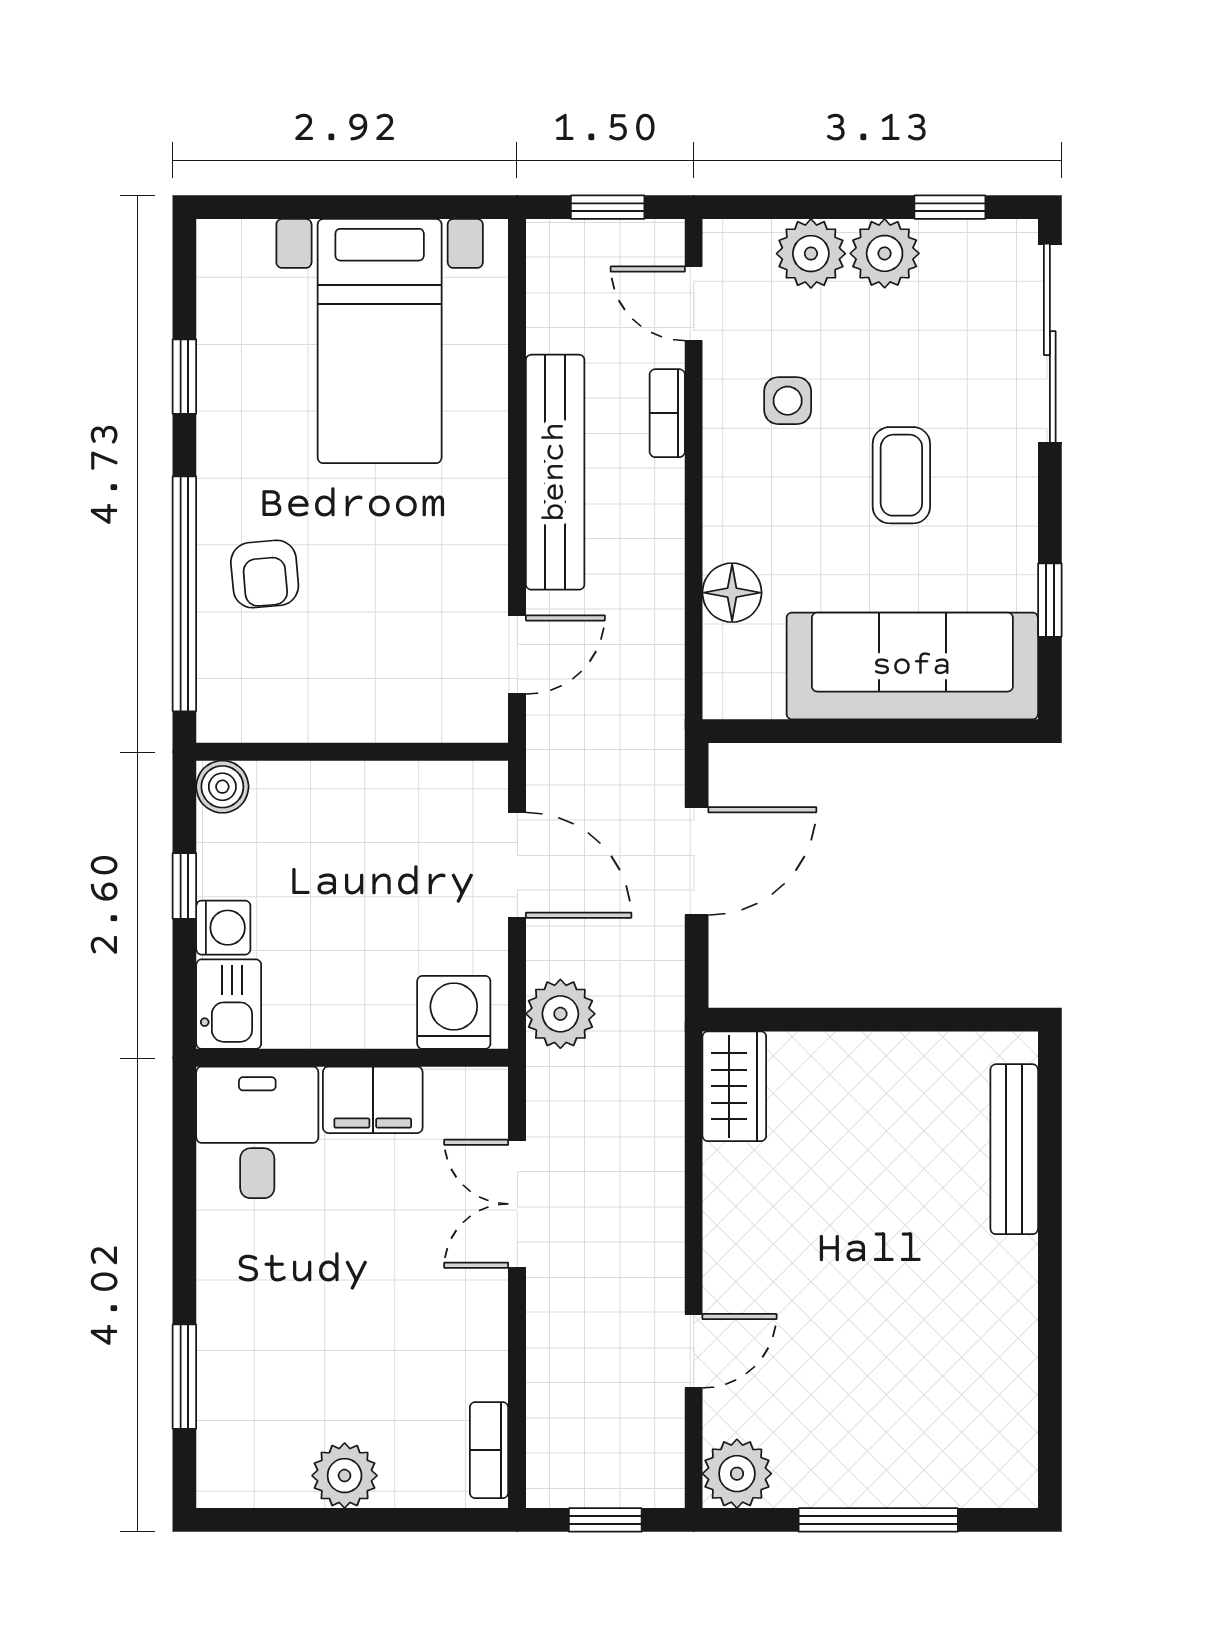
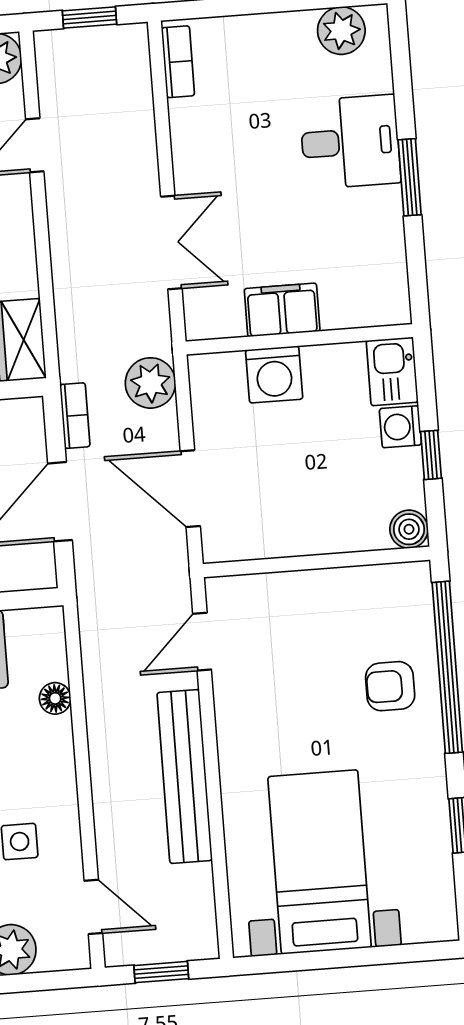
bookcase: (667, 413) -> (75, 416), moved
armchair: (265, 574) -> (390, 686), turned -85
floor lamp: (732, 593) -> (55, 698), width x0.73, depth x0.73
washing machine: (454, 1012) -> (274, 375), moved
desk: (257, 1132) -> (350, 142), moved, turned -90
window: (184, 1377) -> (410, 177), moved
plant: (345, 1476) -> (341, 31), moved

